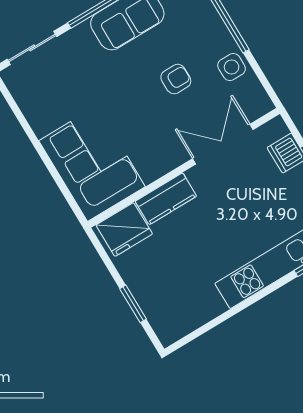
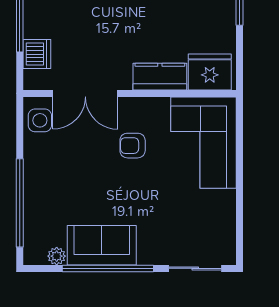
side table: (232, 67) -> (40, 120), moved
armchair: (176, 79) -> (133, 146), moved

